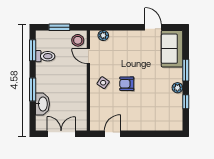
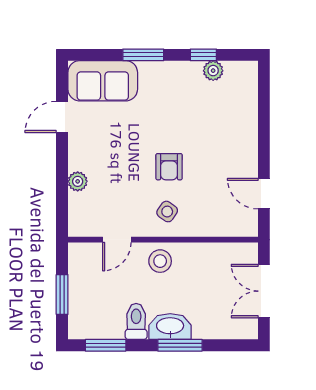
plant: (103, 35) -> (78, 181), moved
stool: (78, 40) -> (160, 261), moved
toilet: (45, 56) -> (136, 321), moved
plant: (177, 88) -> (213, 71), moved
washbasin: (42, 104) -> (170, 326), moved

